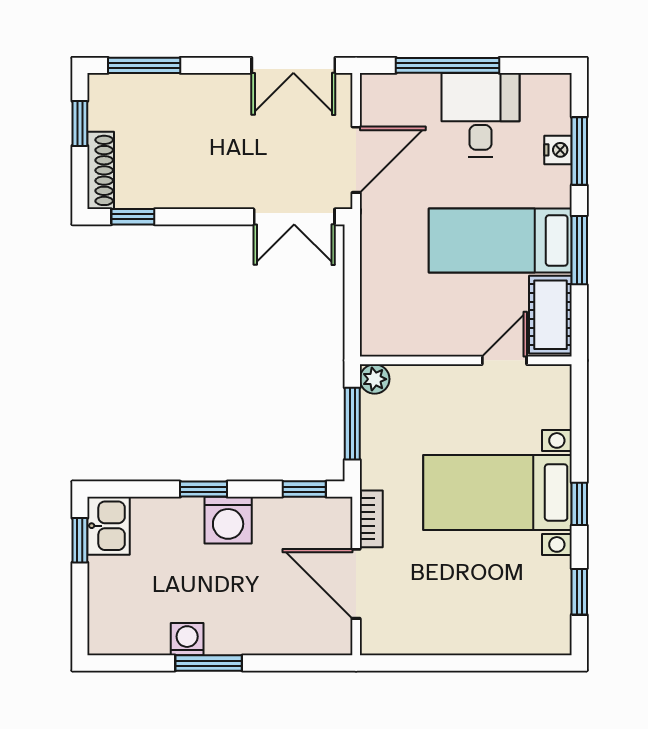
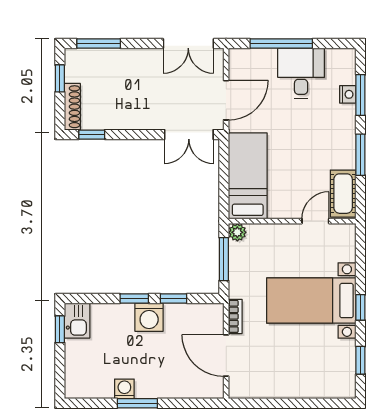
bed: (500, 241) -> (248, 176), moved, turned 90
window: (304, 489) -> (173, 298), moved

